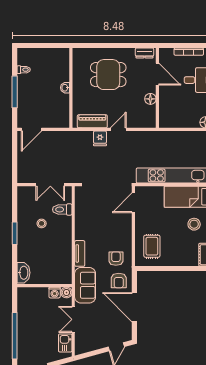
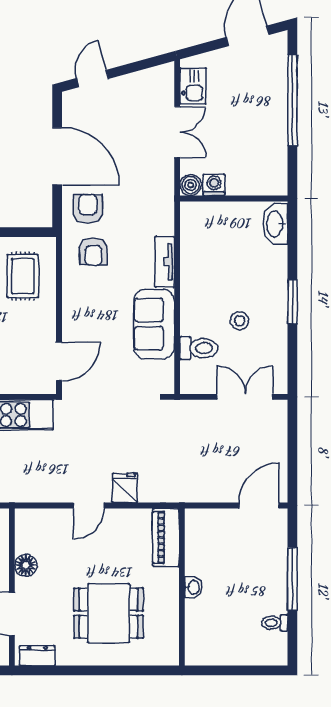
piano: (92, 121) -> (166, 537), moved, turned 90
double door: (50, 185) -> (245, 397), moved
sofa: (85, 285) -> (154, 324), moved

